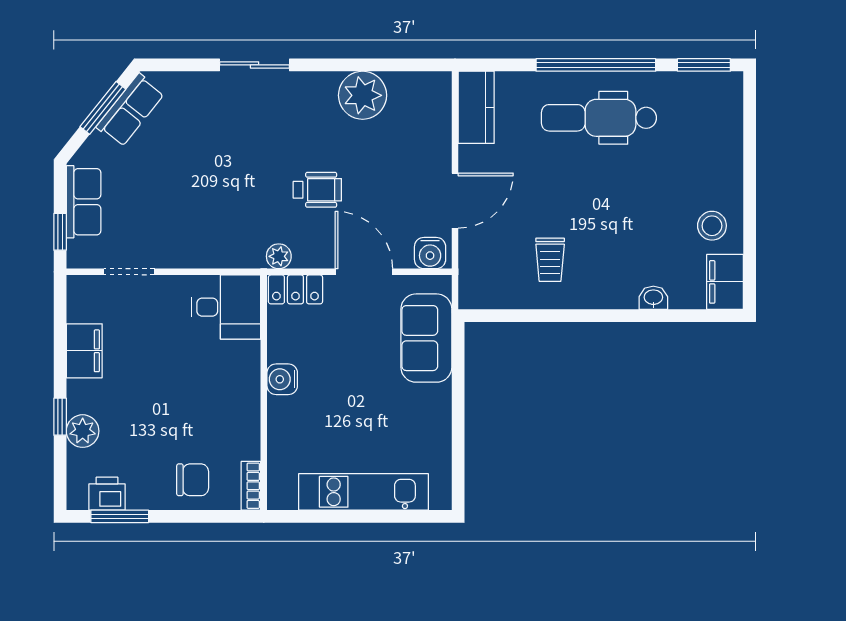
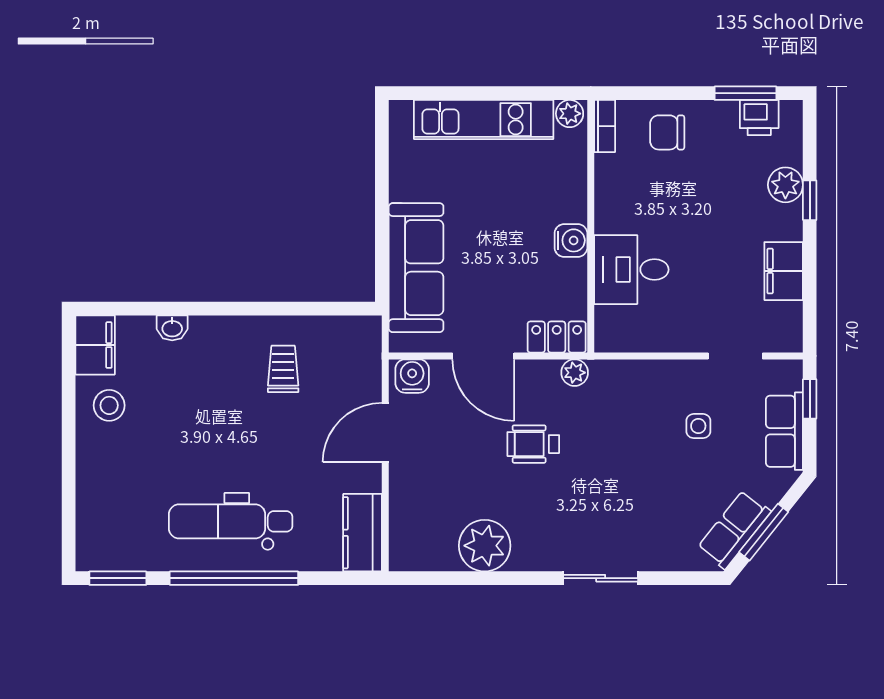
dental chair: (599, 118) -> (231, 521), turned 180
side table: (164, 207) -> (698, 426), added
desk: (226, 307) -> (631, 270), moved
sofa: (426, 338) -> (416, 268), width x1.36
plant: (283, 497) -> (570, 114), added

